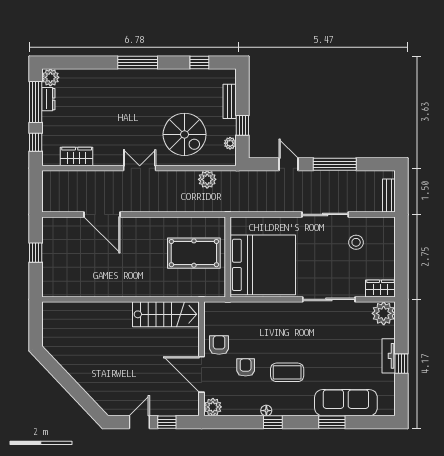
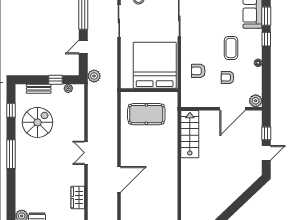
spiral stairs: (185, 134) -> (38, 122), moved
plant: (207, 179) -> (94, 76), moved
pool table: (194, 253) -> (146, 114), turned 90
armchair: (219, 345) -> (198, 71), moved
door: (139, 422) -> (266, 153), swing flipped
window: (273, 422) -> (266, 39), moved

